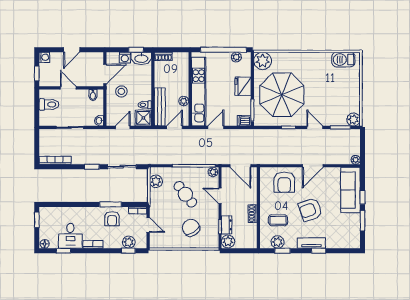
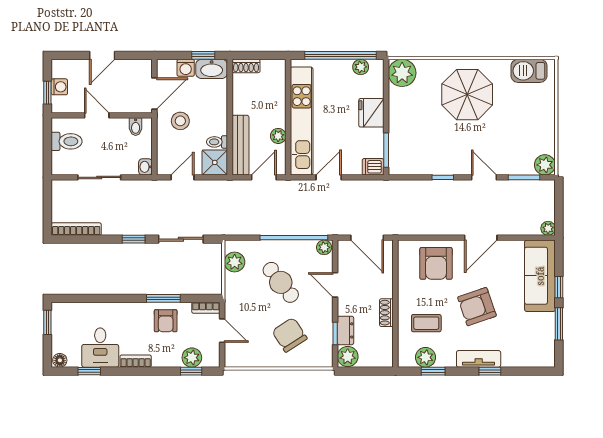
washing machine: (44, 57) -> (59, 87), moved
parasol: (282, 95) -> (467, 95), moved, width x0.73, depth x0.73

